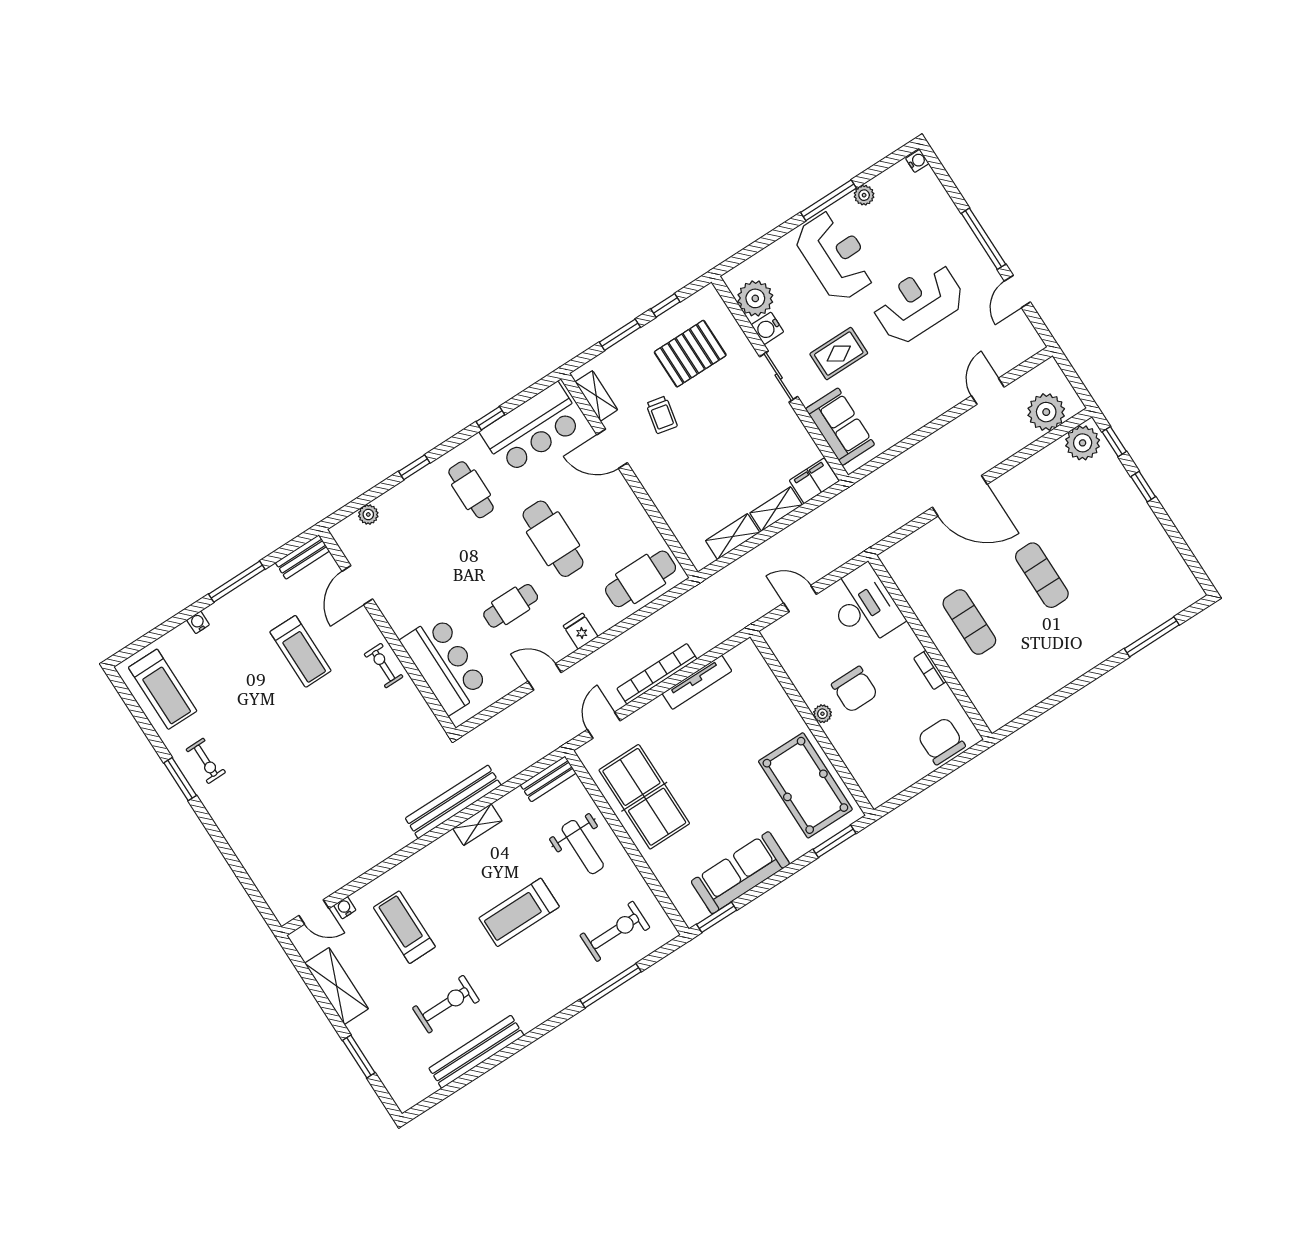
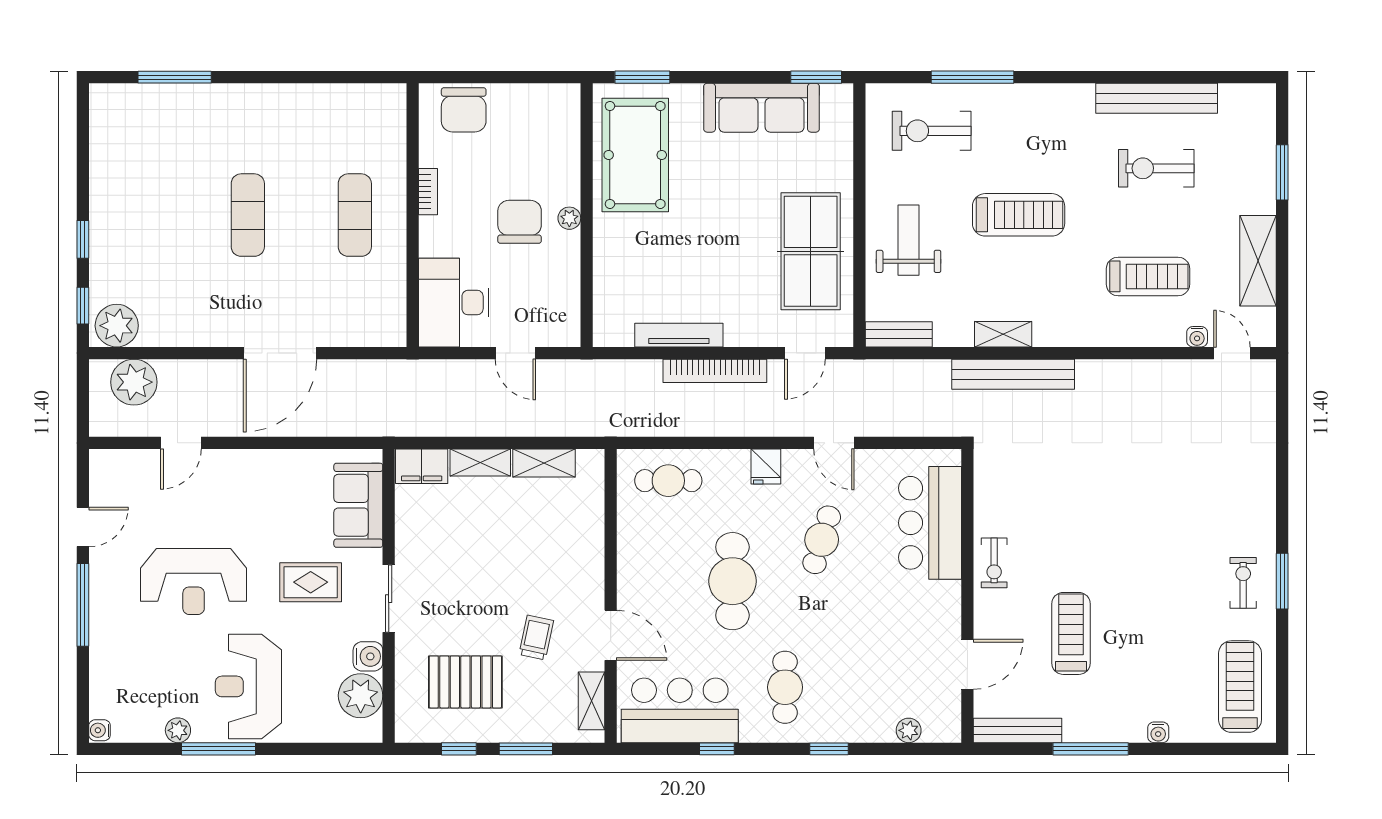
door: (960, 496) -> (280, 353), swing flipped
bench: (302, 557) -> (1017, 730), width x1.36
cafe table: (641, 579) -> (668, 481), width x0.73, depth x0.74
cafe table: (511, 606) -> (822, 540), turned -73
treadmill: (404, 927) -> (1148, 276), turned -90

